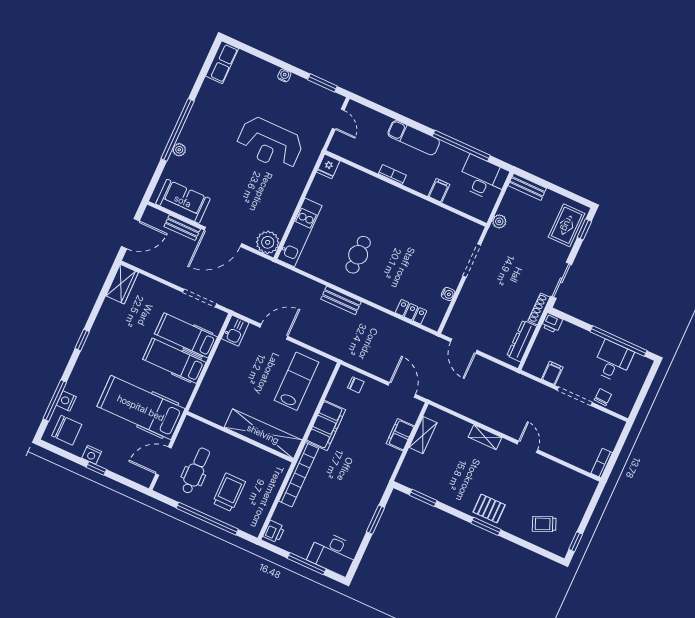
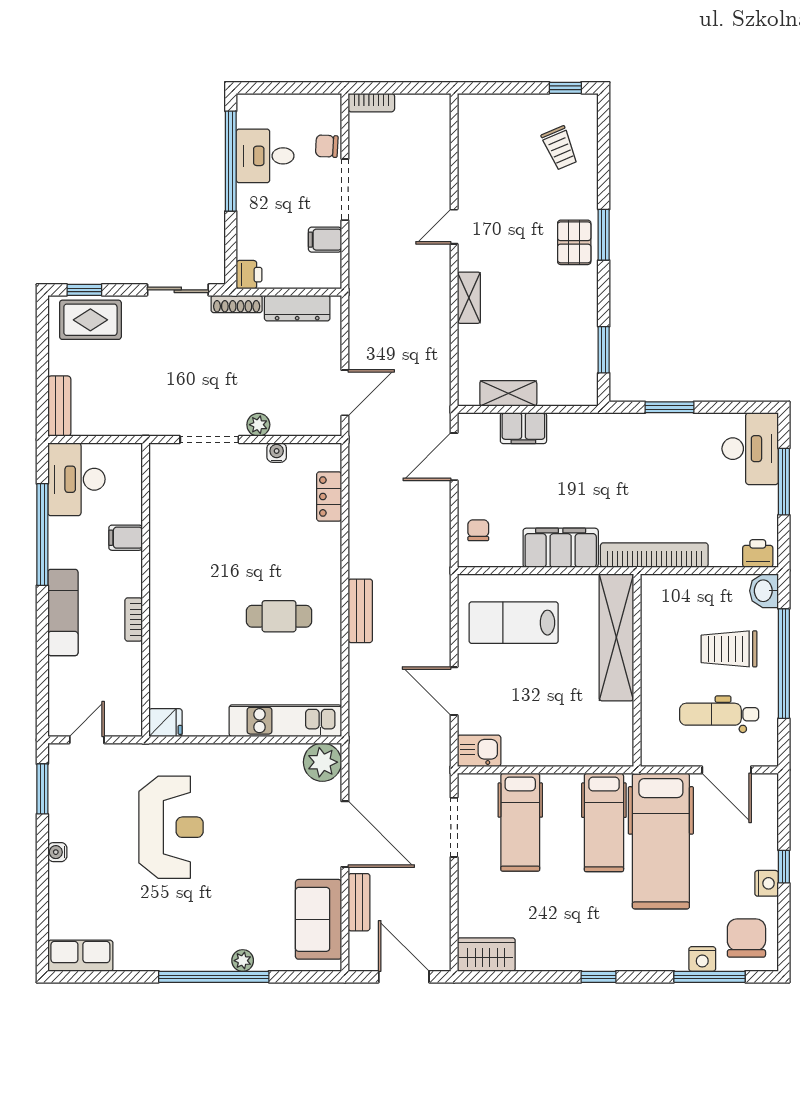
plant: (499, 221) -> (258, 425), moved
hospital bed: (174, 361) -> (604, 822), moved
bookcase: (602, 463) -> (371, 103), moved
washbasin: (252, 526) -> (764, 591), added

